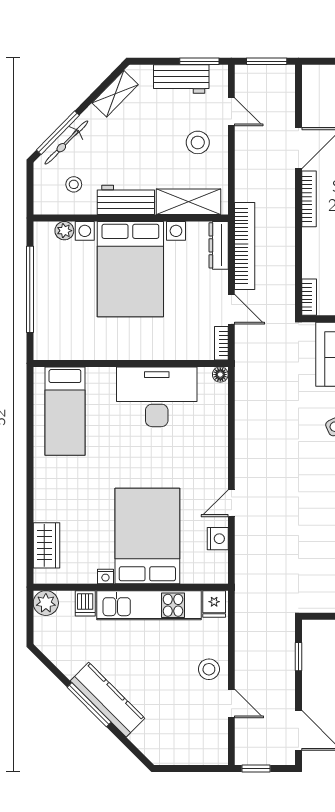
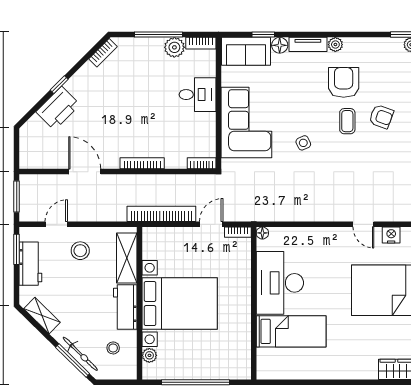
bookcase: (309, 199) -> (142, 163), moved
dresser: (219, 245) -> (161, 234), removed
bed: (65, 411) -> (291, 331), moved

